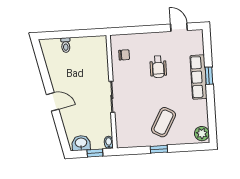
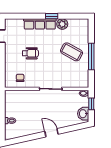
window: (209, 76) -> (52, 16), moved
door: (53, 102) -> (52, 133), hinge flipped
plant: (202, 134) -> (62, 24), moved
window: (159, 149) -> (91, 57), width x2.17

